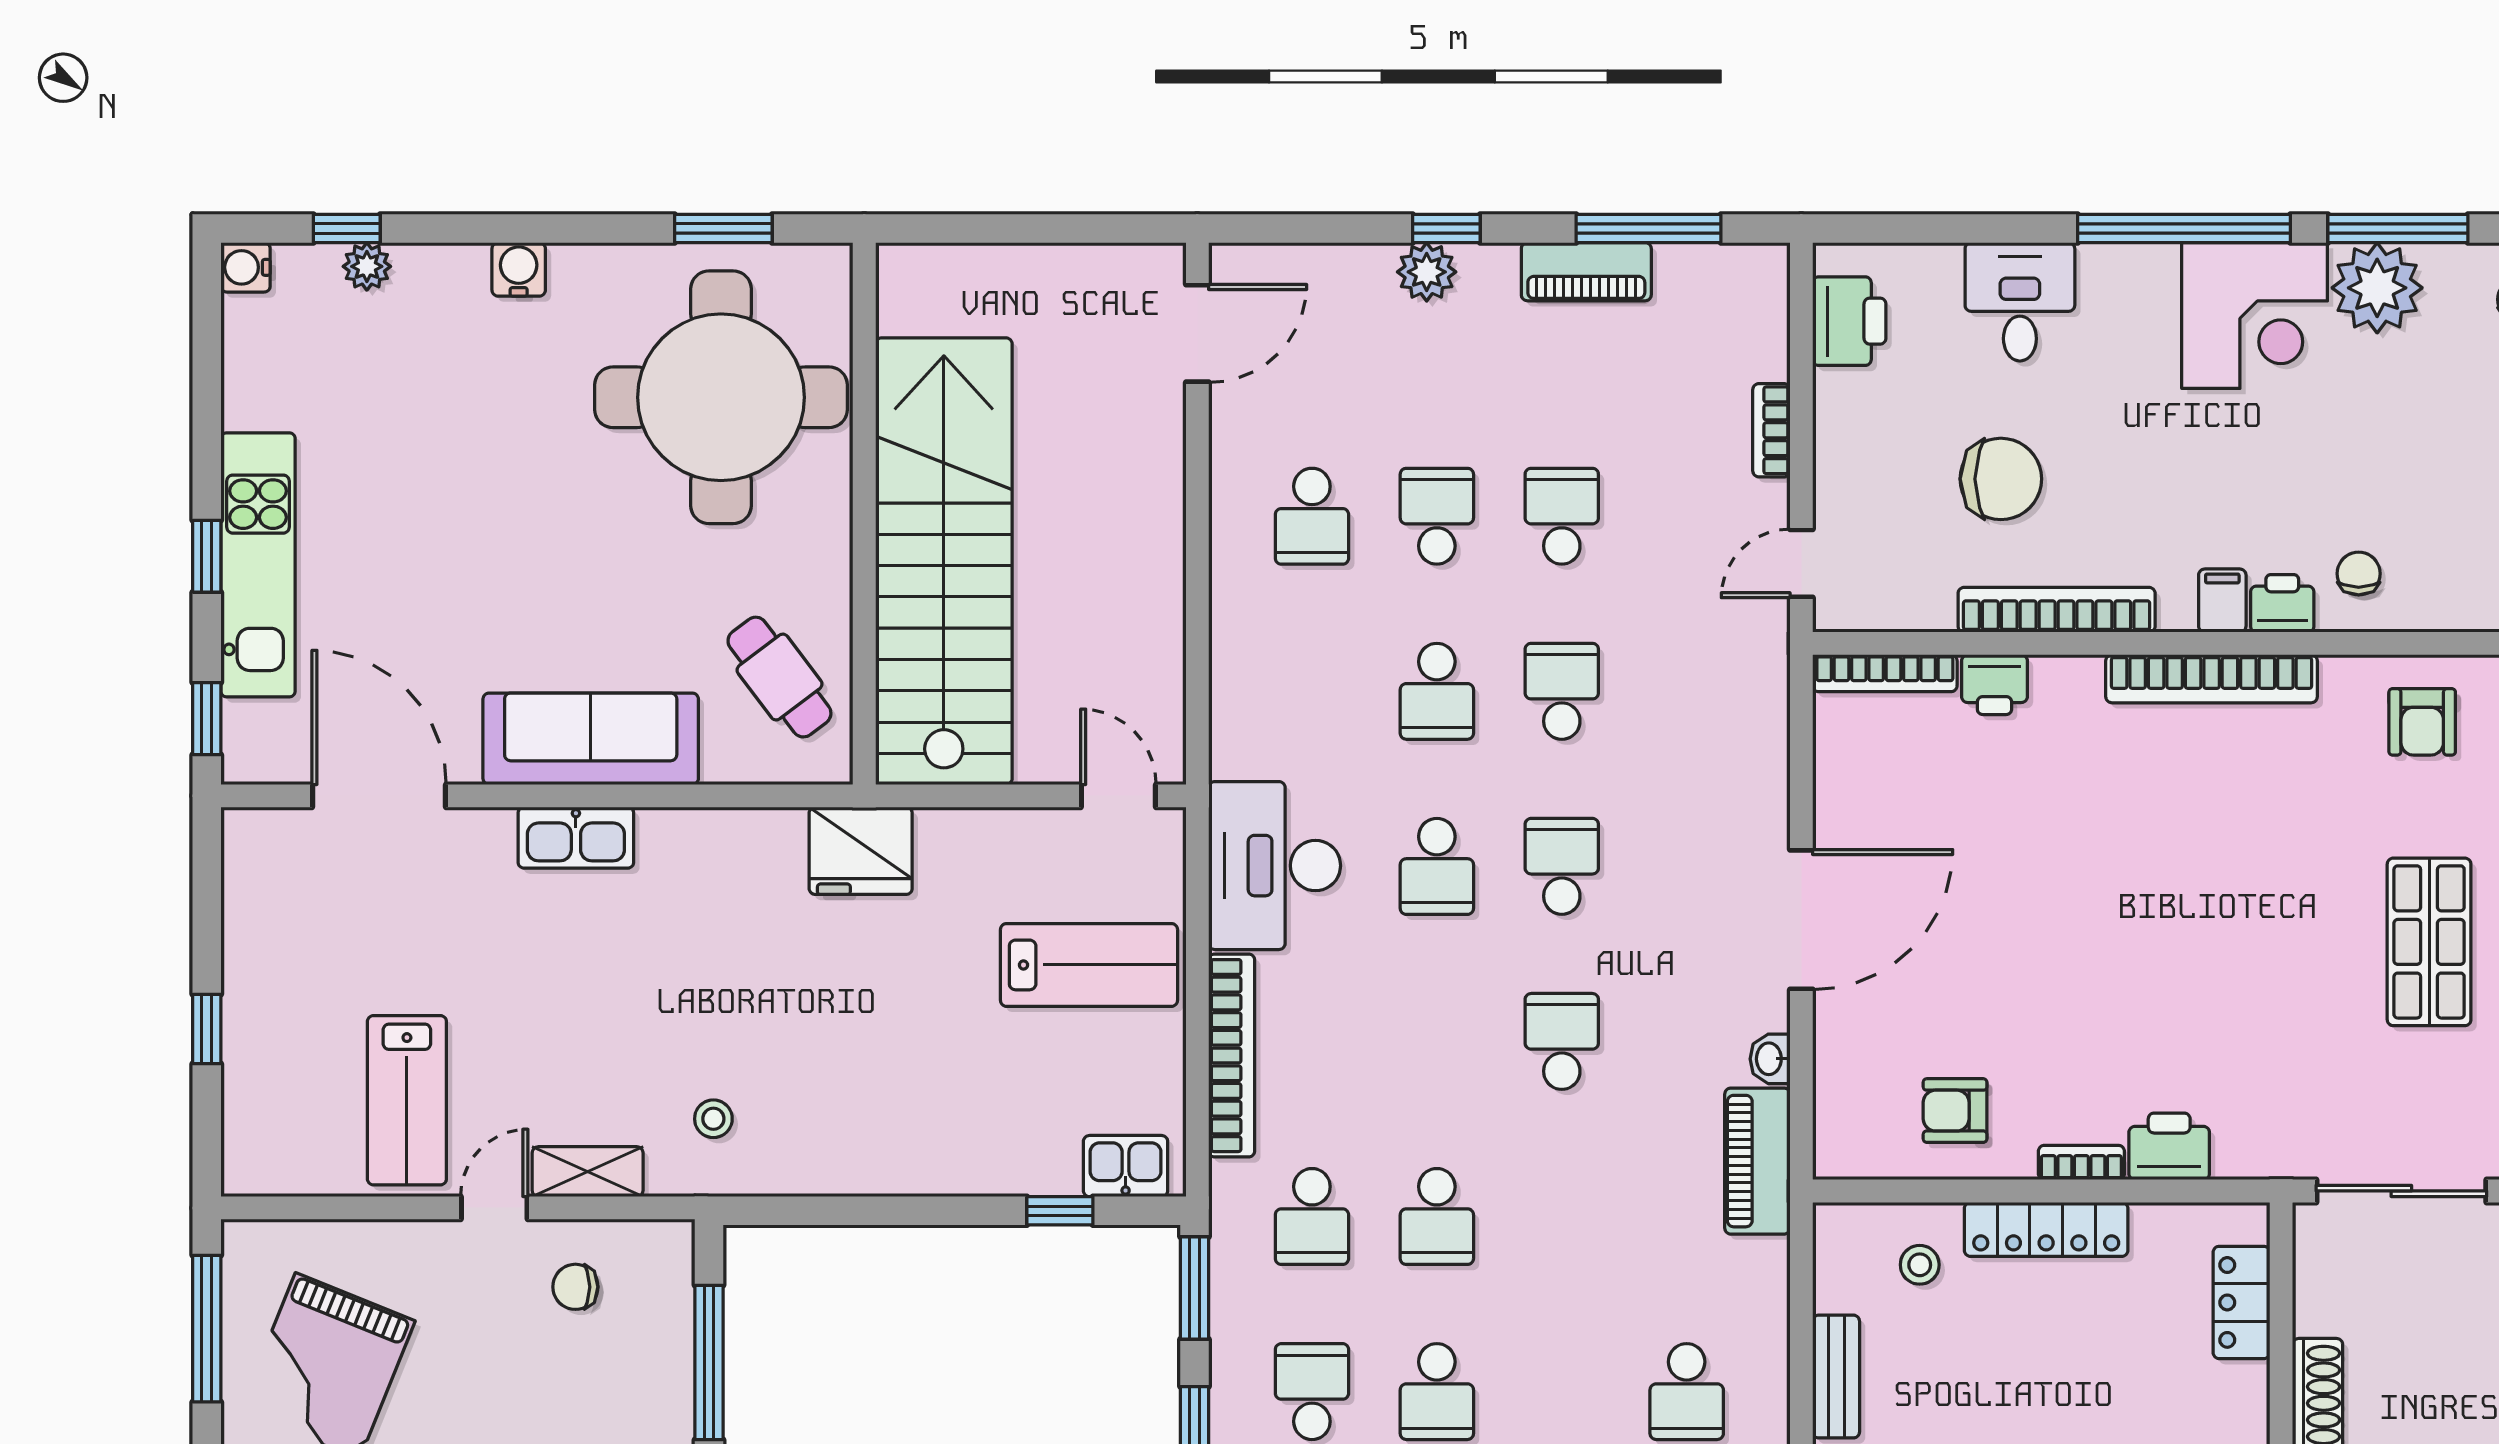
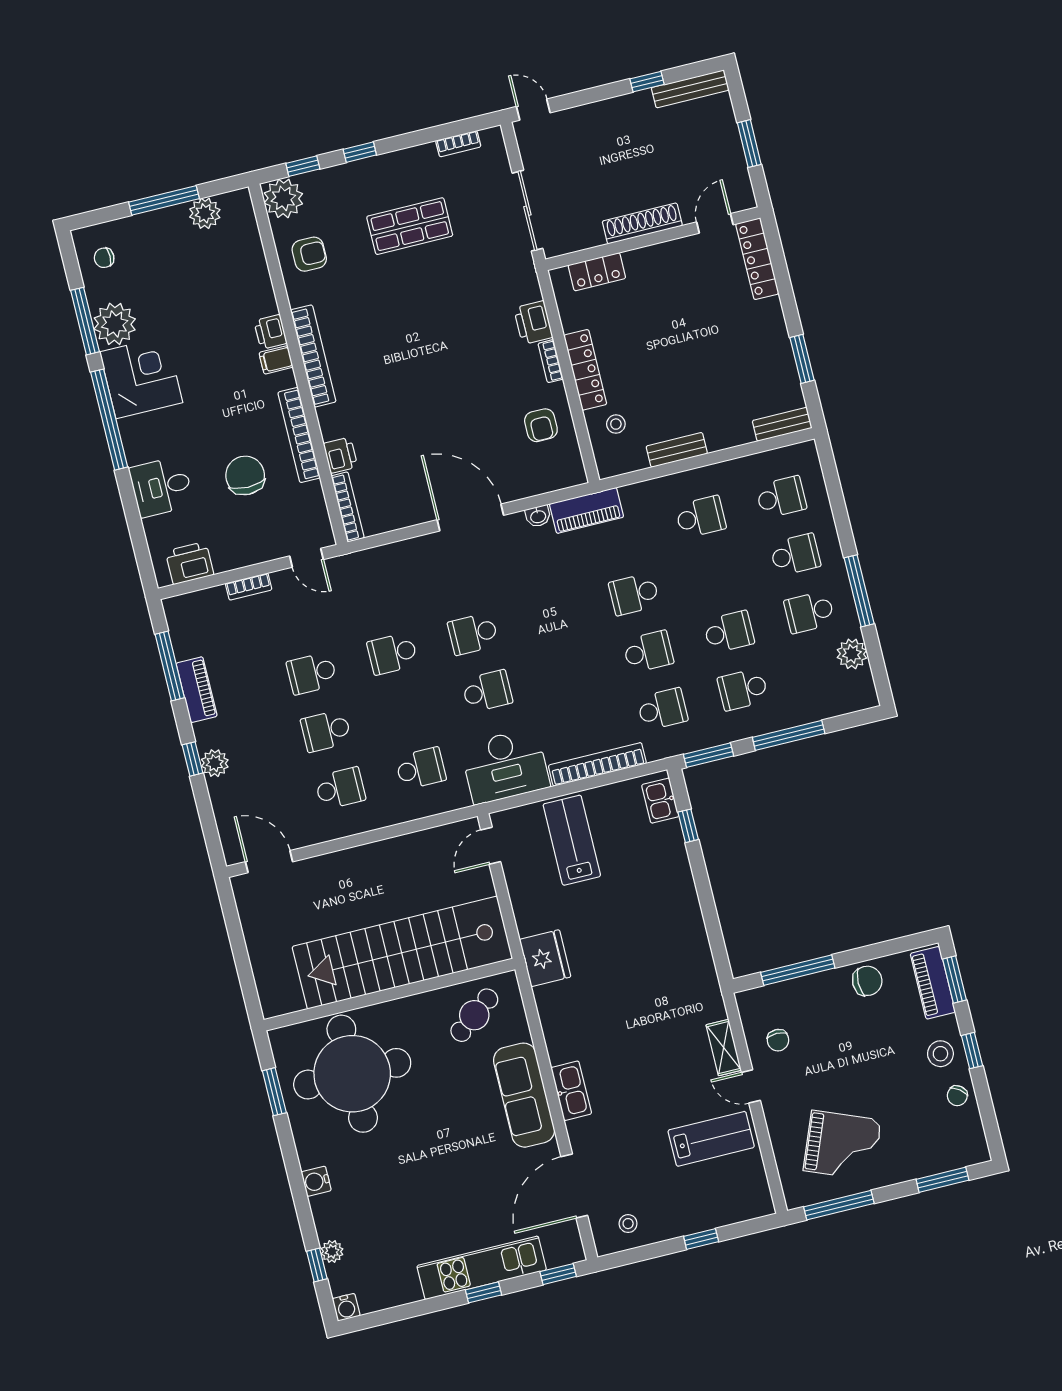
chair: (2359, 574) -> (248, 300), removed
school desk: (1437, 691) -> (421, 769), moved
school desk: (1562, 1041) -> (634, 594), moved
stool: (713, 1119) -> (628, 1224), moved

